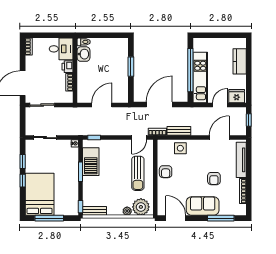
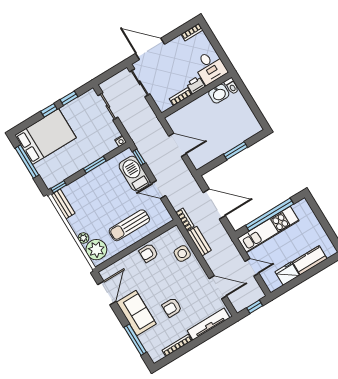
fridge: (237, 96) -> (287, 274), moved, turned -90
door: (139, 138) -> (159, 190), moved
barbecue: (91, 162) -> (134, 174), moved, turned 90

